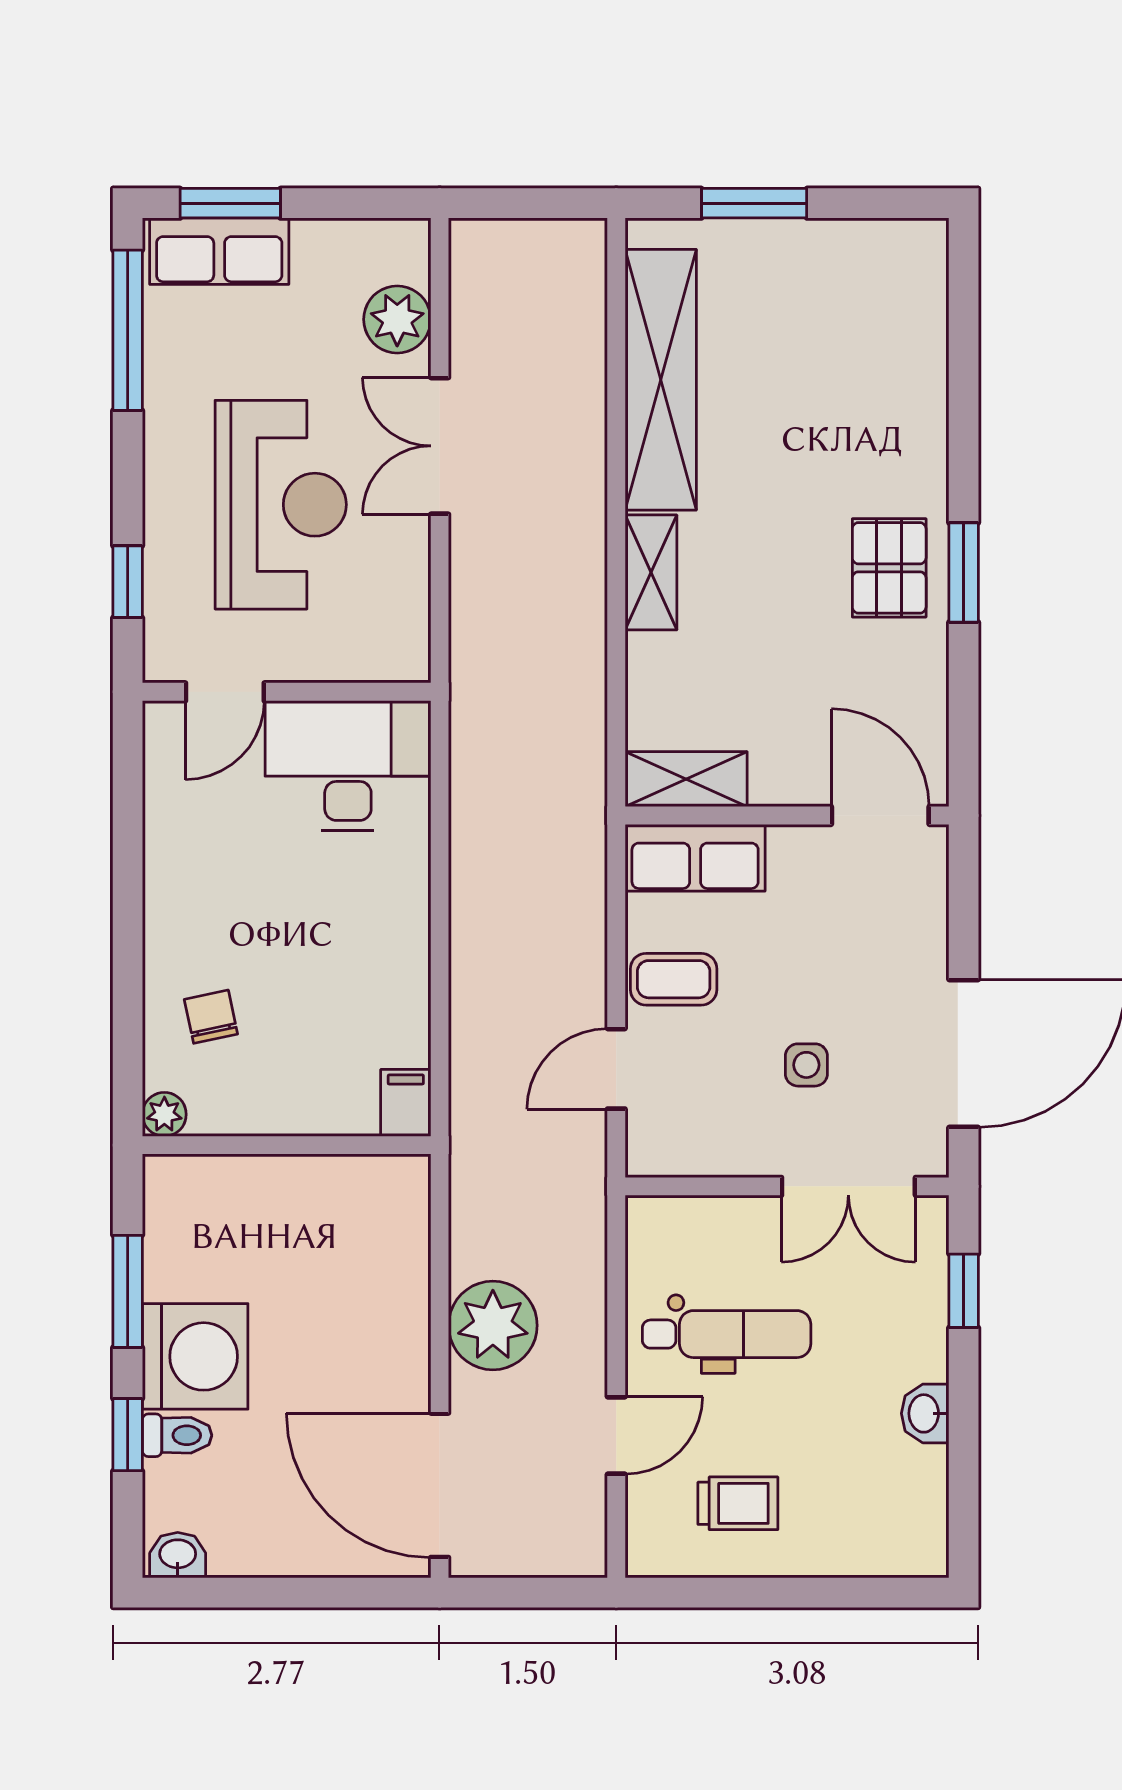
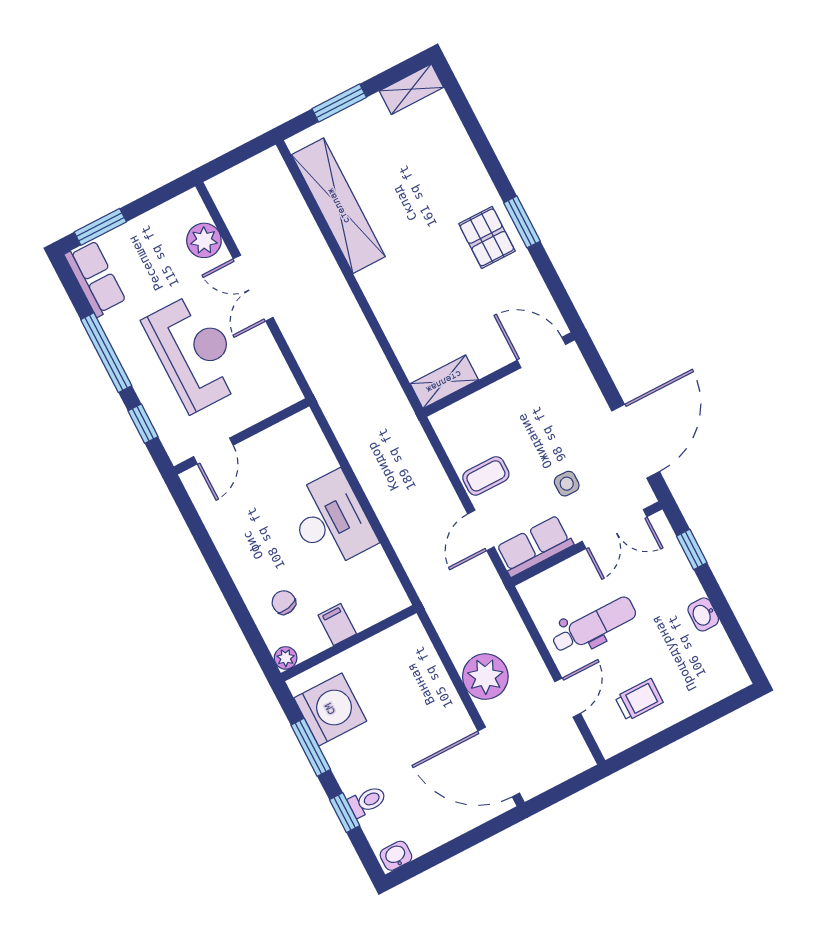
row of seats: (219, 251) -> (95, 278), moved, turned -90
window: (128, 330) -> (106, 353), moved
shelving: (651, 572) -> (411, 89), moved, turned 90
desk: (348, 766) -> (331, 520), moved, turned 90
row of seats: (695, 858) -> (535, 546), moved, turned 180
filing cabinet: (406, 1103) -> (337, 625), moved
washing machine: (195, 1356) -> (330, 709), moved

